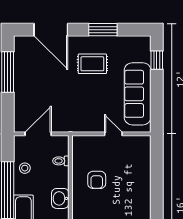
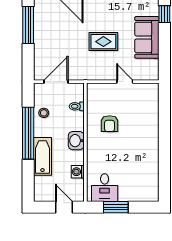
rug: (92, 64) -> (103, 42), moved
sofa: (138, 94) -> (147, 37), width x0.73

